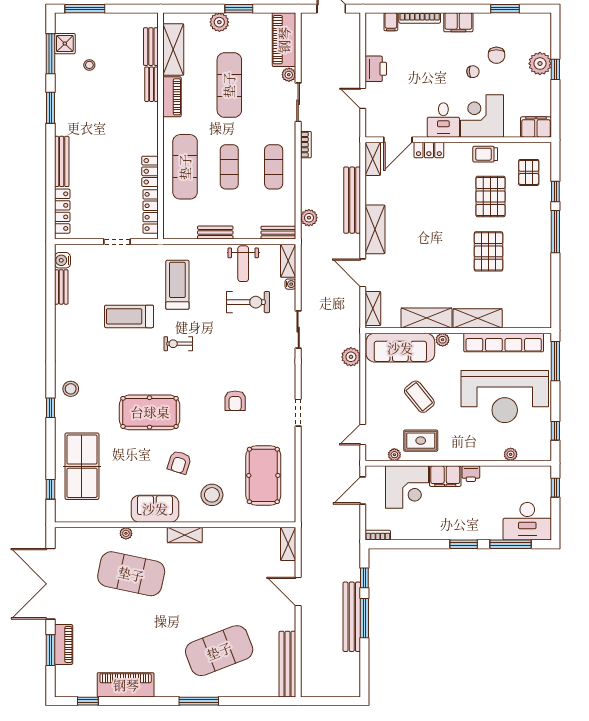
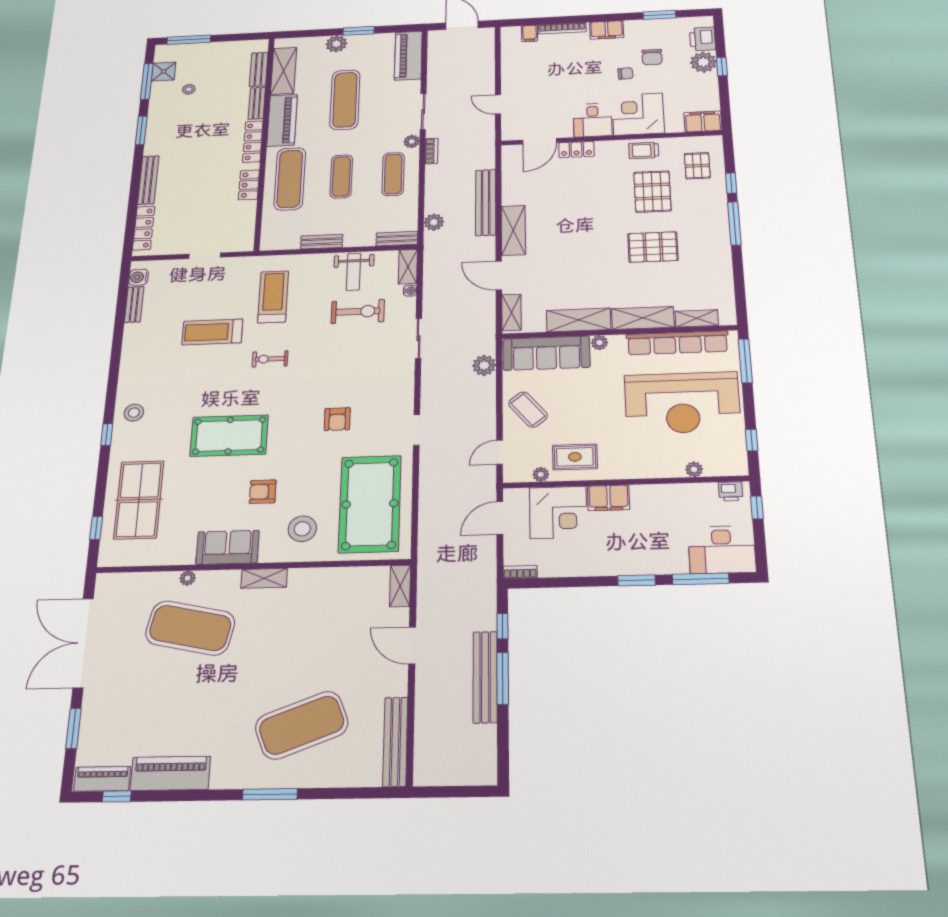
printer: (376, 69) -> (703, 39), moved, turned 180
plant: (289, 75) -> (412, 141), moved
piano: (172, 97) -> (282, 120), width x1.37, depth x1.33
shelving: (373, 159) -> (697, 318), moved, turned 90
locker: (151, 211) -> (253, 142), moved
pallet: (489, 251) -> (653, 247), turned 90
coffee table: (419, 397) -> (528, 410), moved
armchair: (179, 462) -> (263, 492), turned 72
printer: (471, 474) -> (731, 491), moved
pool table: (263, 475) -> (370, 504), width x1.36, depth x1.32
piano: (64, 644) -> (102, 779), moved, turned -90

